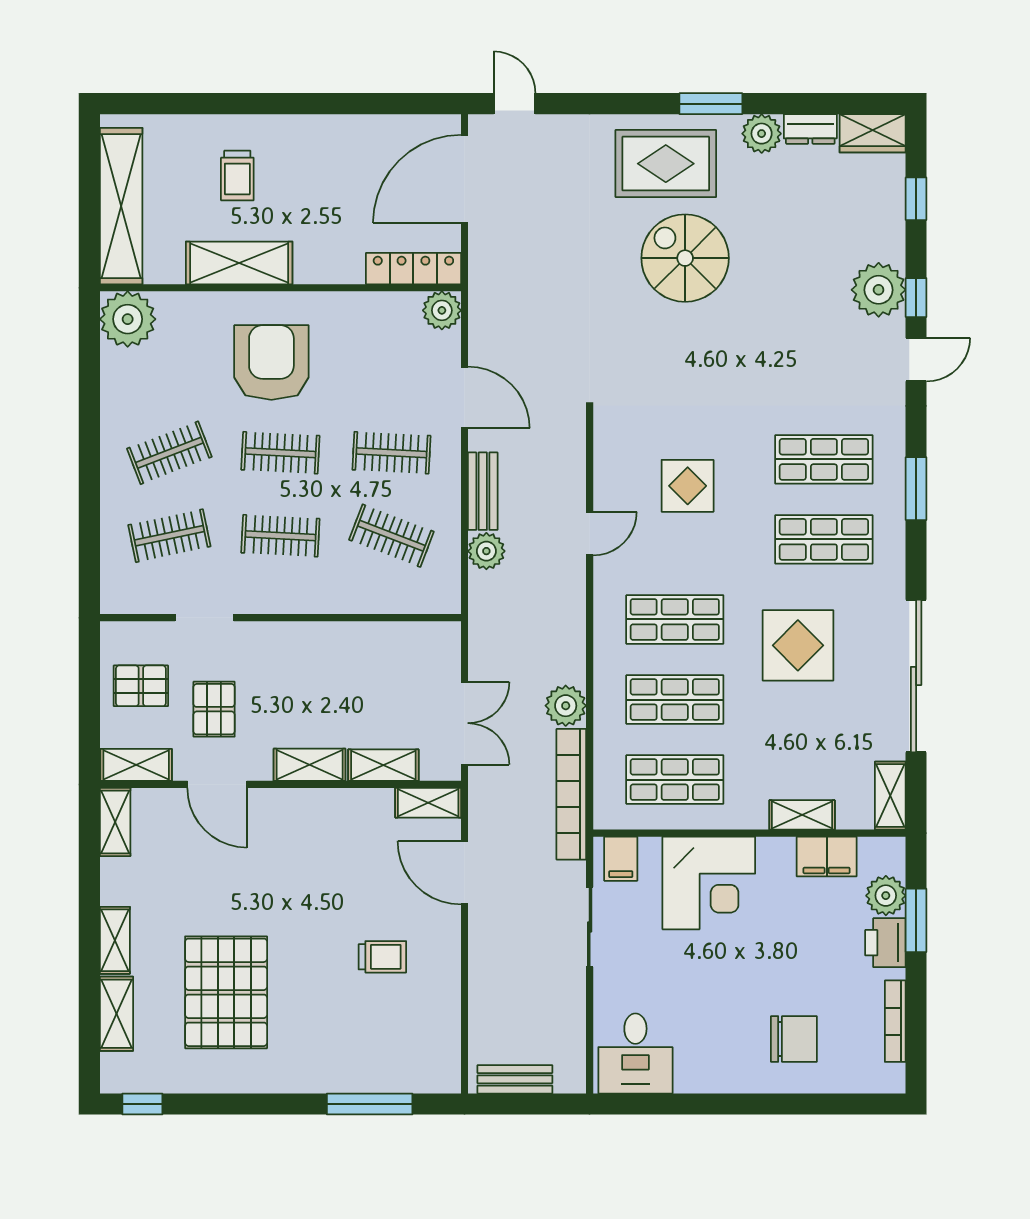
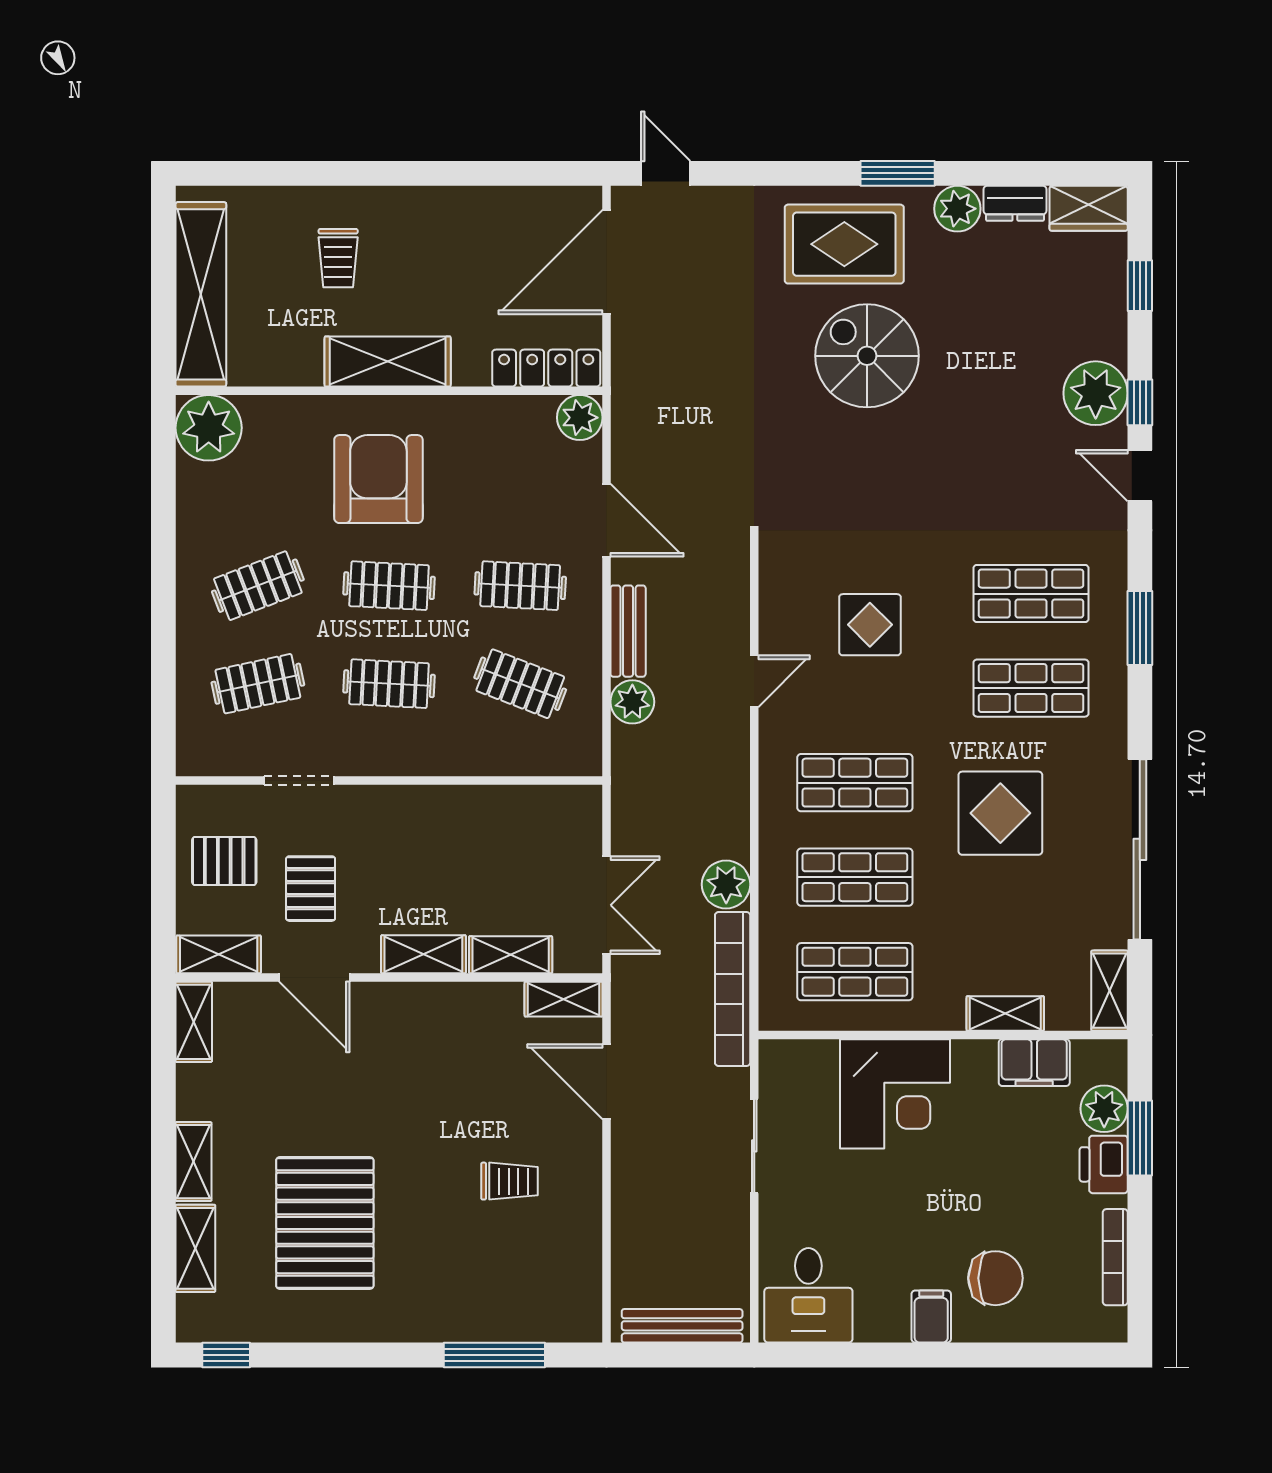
shelving: (239, 263) -> (388, 361), moved
door: (916, 360) -> (1140, 476), swing flipped
filing cabinet: (621, 859) -> (931, 1317), moved, turned 180
bench: (515, 1079) -> (682, 1326), width x1.36

